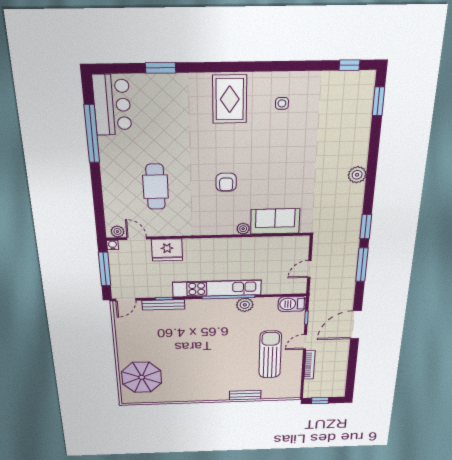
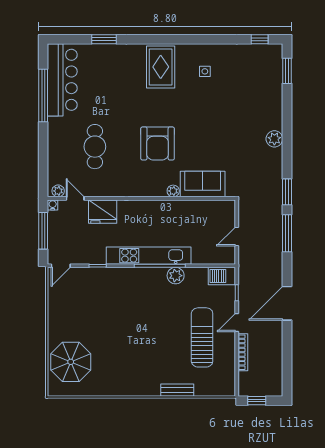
bar counter: (112, 105) -> (62, 80), width x1.36
armchair: (226, 182) -> (158, 144), width x1.88, depth x1.88
bench: (163, 305) -> (97, 273), removed

